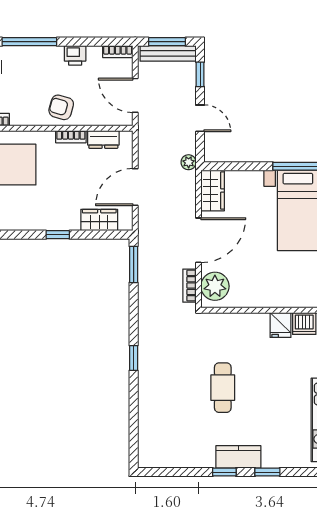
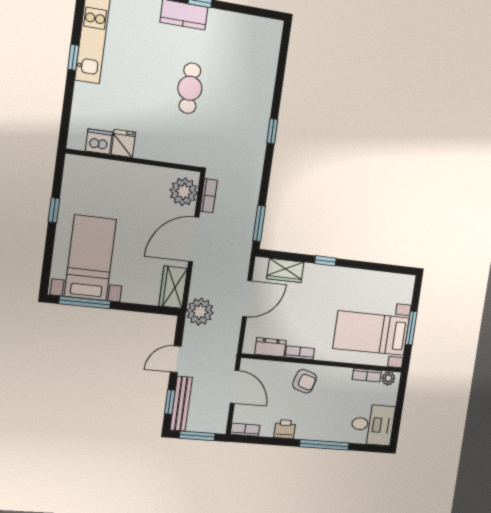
bench: (168, 53) -> (181, 404), moved, turned 90
door: (200, 118) -> (176, 359), hinge flipped
plant: (189, 162) -> (200, 312), width x1.88, depth x1.88

